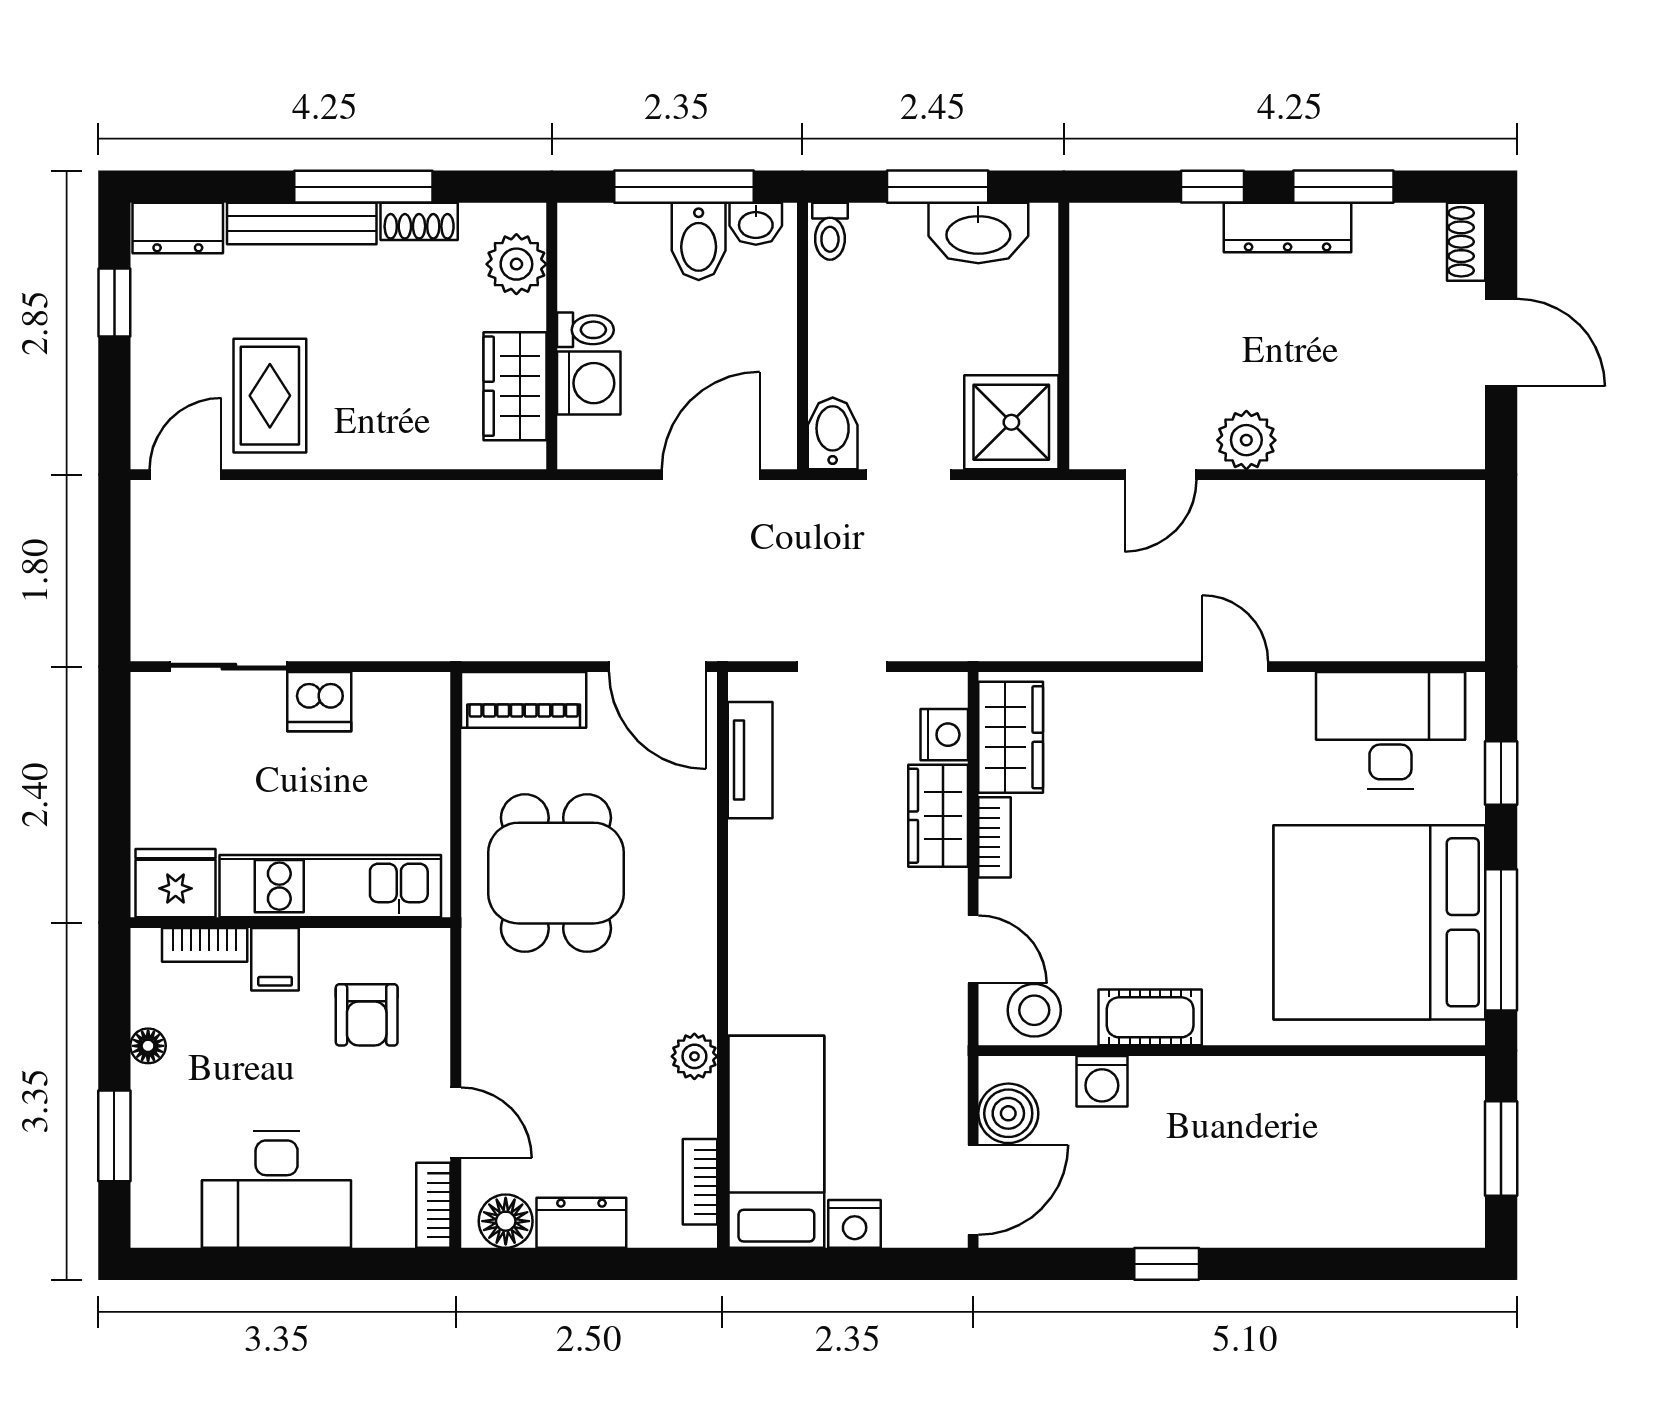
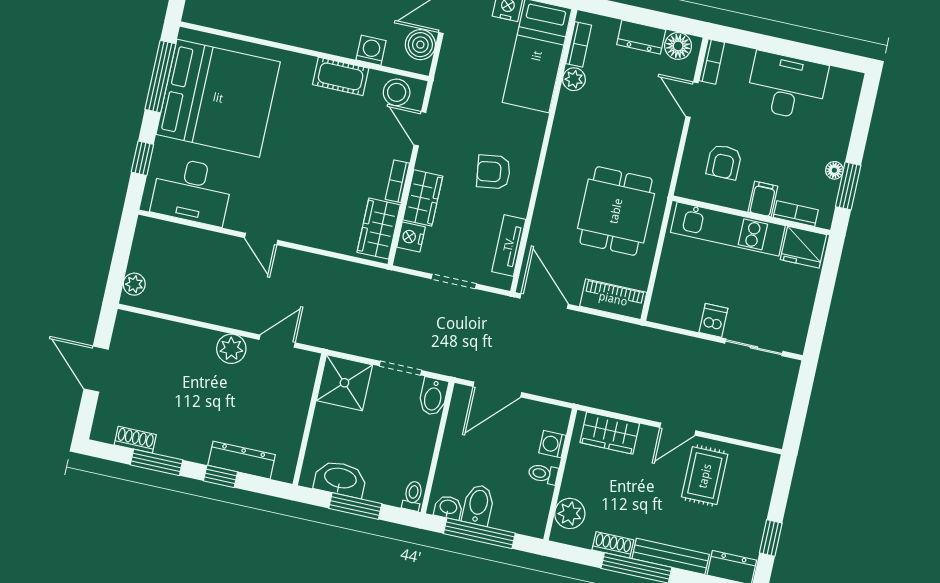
dresser: (1288, 228) -> (242, 460), moved
shoe rack: (1466, 242) -> (135, 440), moved, turned -90
washing machine: (589, 383) -> (552, 444), width x0.73, depth x0.73
wardrobe: (515, 386) -> (610, 433), moved, turned 90
door: (185, 475) -> (678, 429), moved
plant: (1463, 524) -> (134, 284), added
dishwasher: (319, 702) -> (713, 320), width x0.73
armchair: (811, 897) -> (494, 172), added
armchair: (367, 1015) -> (724, 162), turned 180
plant: (694, 1056) -> (574, 79), moved
window: (114, 1136) -> (848, 186), moved

